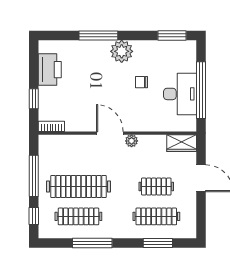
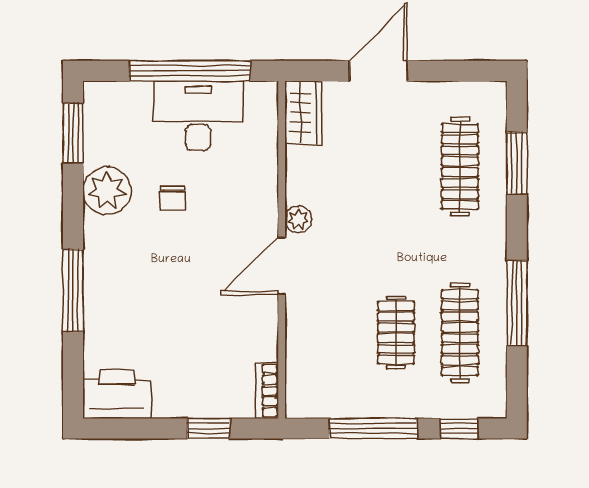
plant: (122, 51) -> (107, 191), moved
printer: (50, 70) -> (117, 394), moved
clothes rail: (78, 187) -> (396, 333), width x0.54, depth x0.76
clothes rail: (156, 187) -> (396, 167), removed

